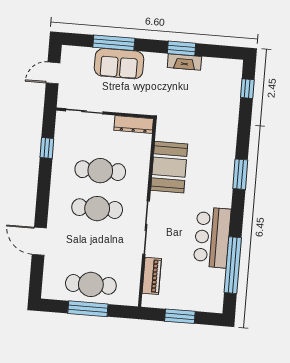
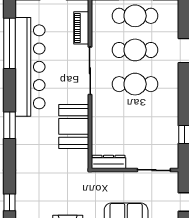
cafe table: (100, 171) -> (135, 50), moved
bar counter: (212, 237) -> (30, 67), width x1.86

